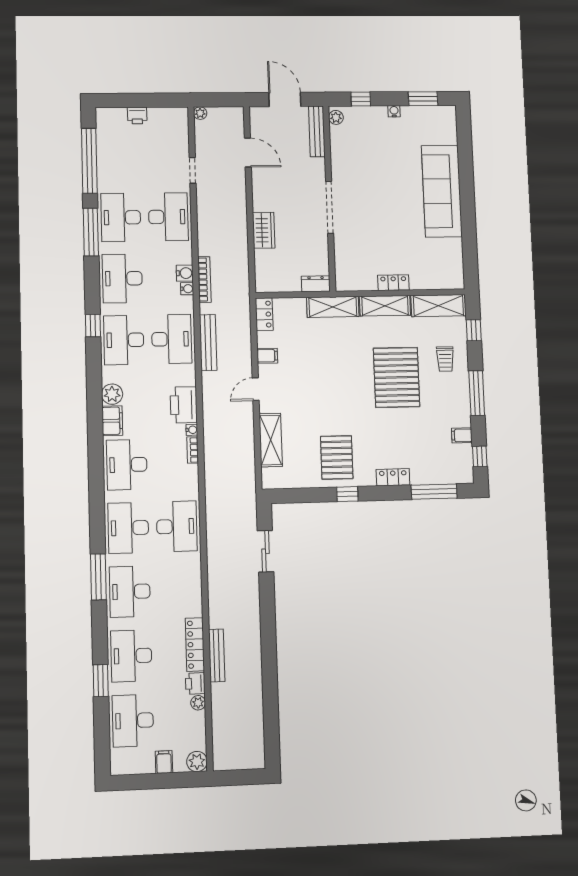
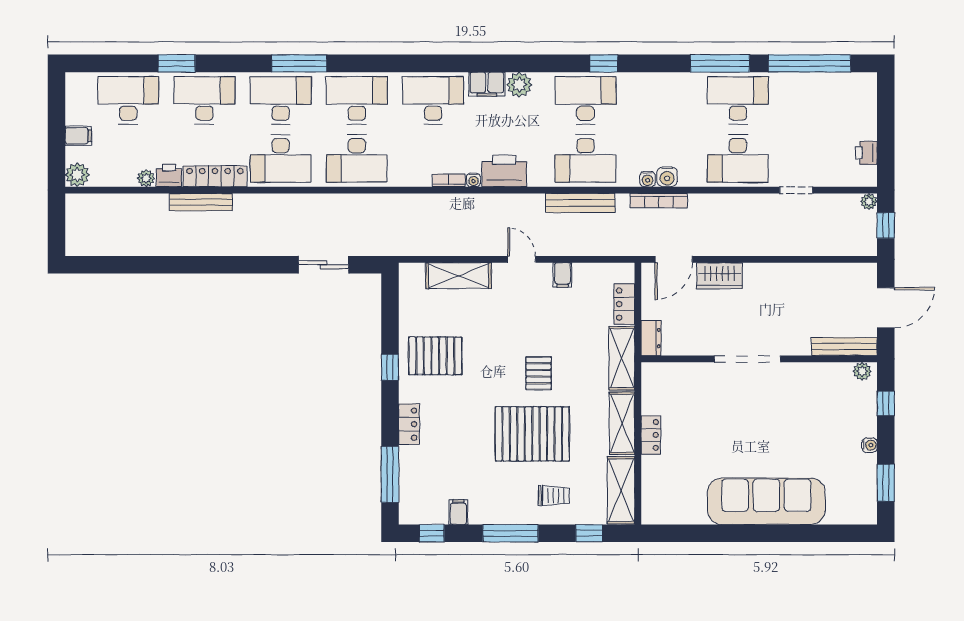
window: (219, 100) -> (886, 225), added
printer: (137, 115) -> (866, 153), moved
door: (248, 153) -> (674, 259), moved
desk: (122, 278) -> (281, 158), moved, turned 180
locker: (264, 314) -> (624, 304), moved, turned 90
trolley: (445, 359) -> (554, 496), turned 180
pallet: (348, 373) -> (539, 373), added

